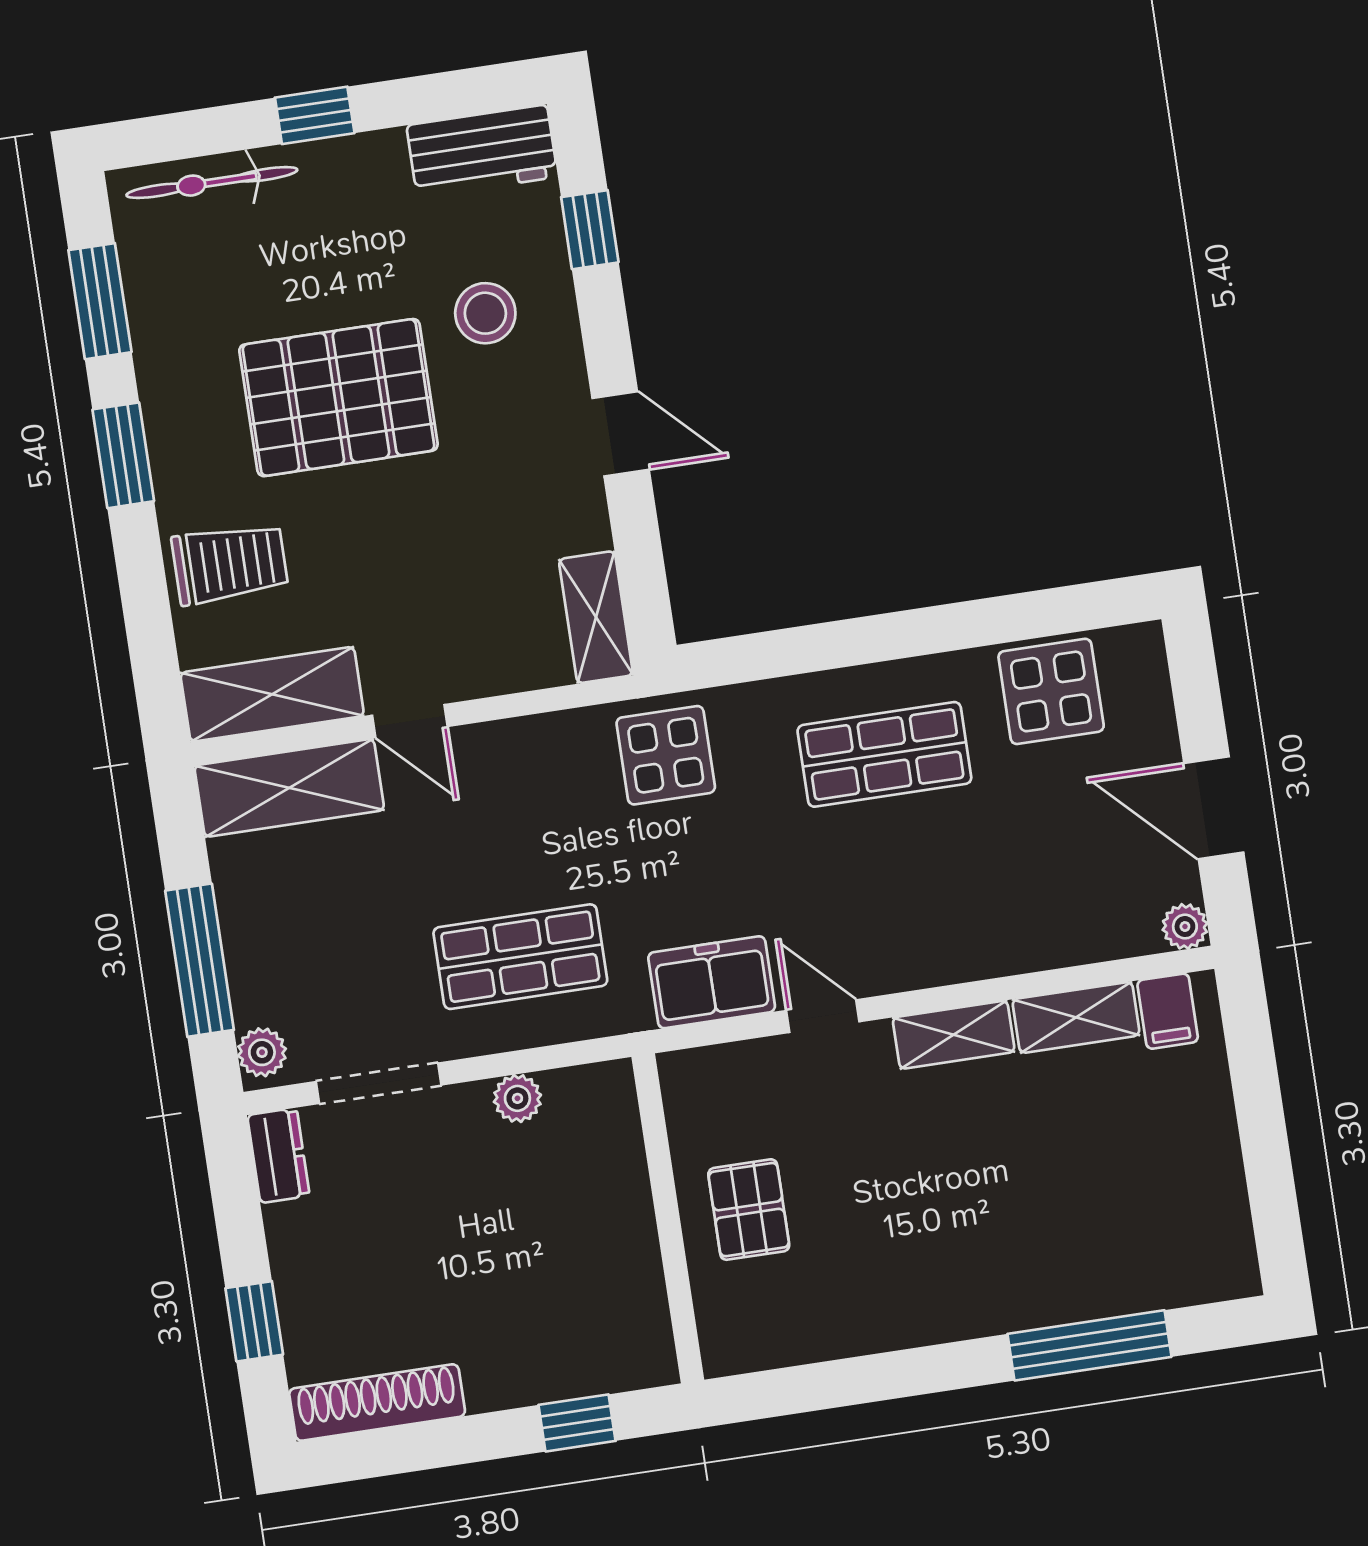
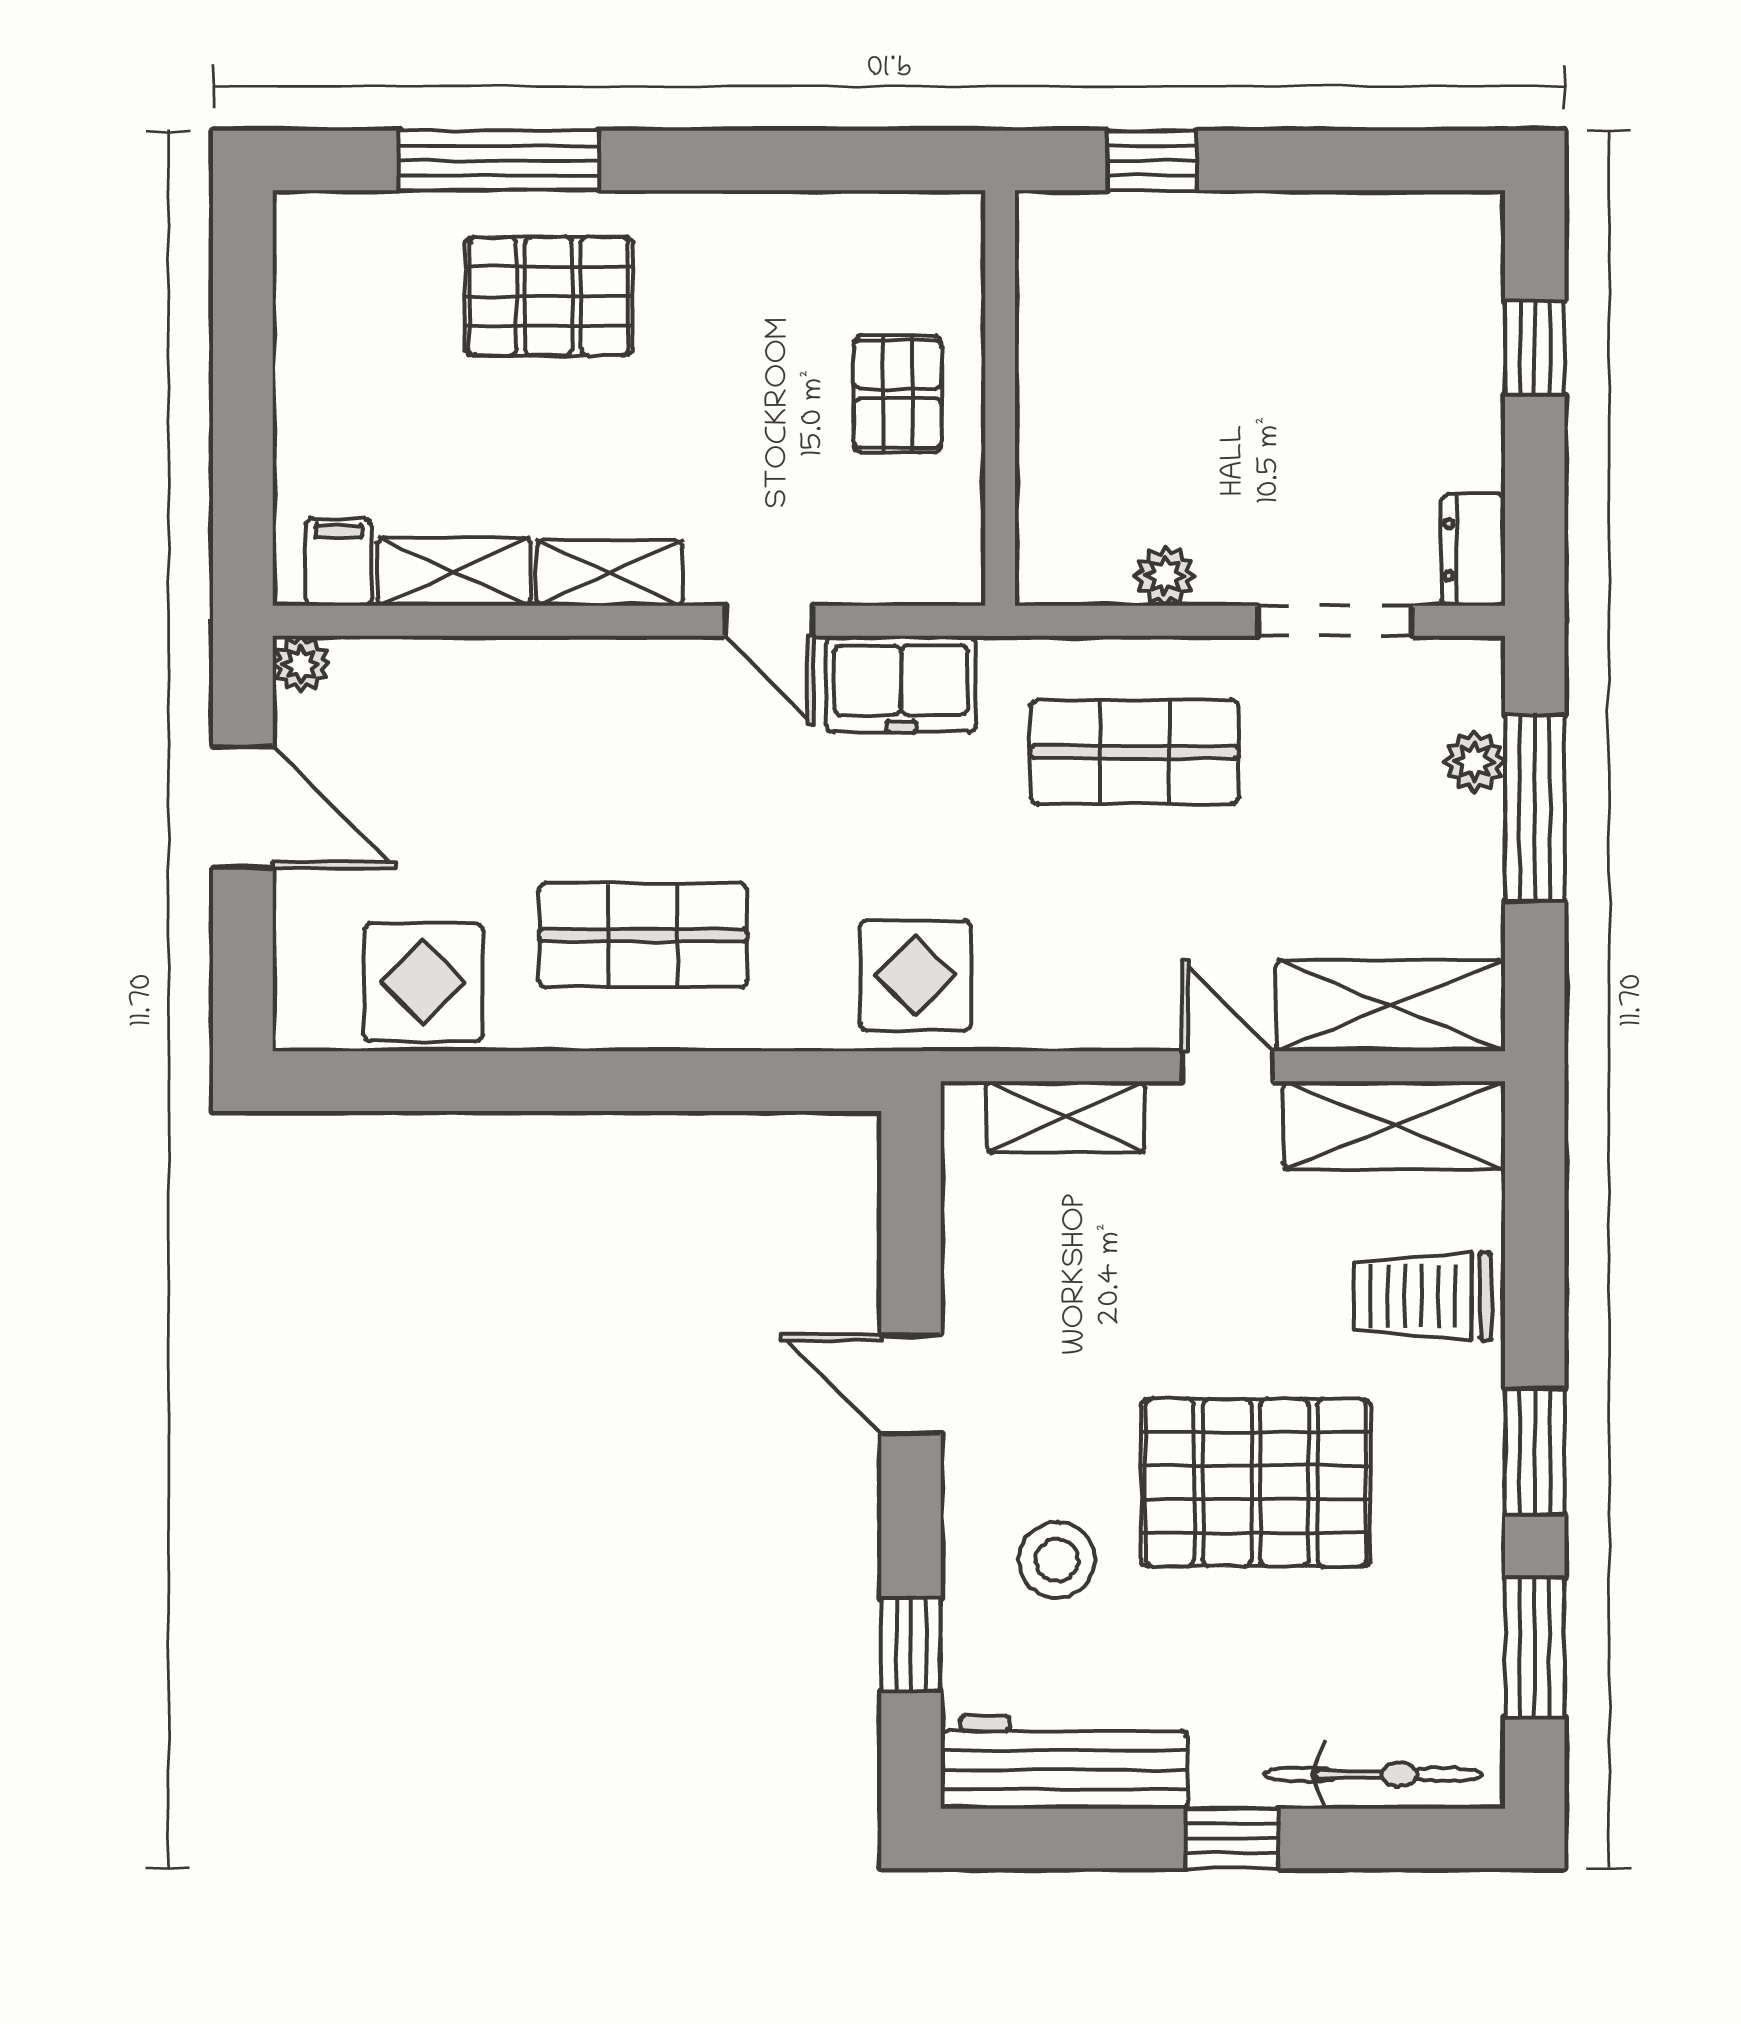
workbench: (482, 151) -> (1064, 1762), width x1.38
shelving: (596, 617) -> (1066, 1117), moved, turned 90
plant: (262, 1052) -> (1474, 762), moved
pallet: (1034, 1245) -> (549, 296), added
shoe rack: (377, 1403) -> (1397, 224), removed

